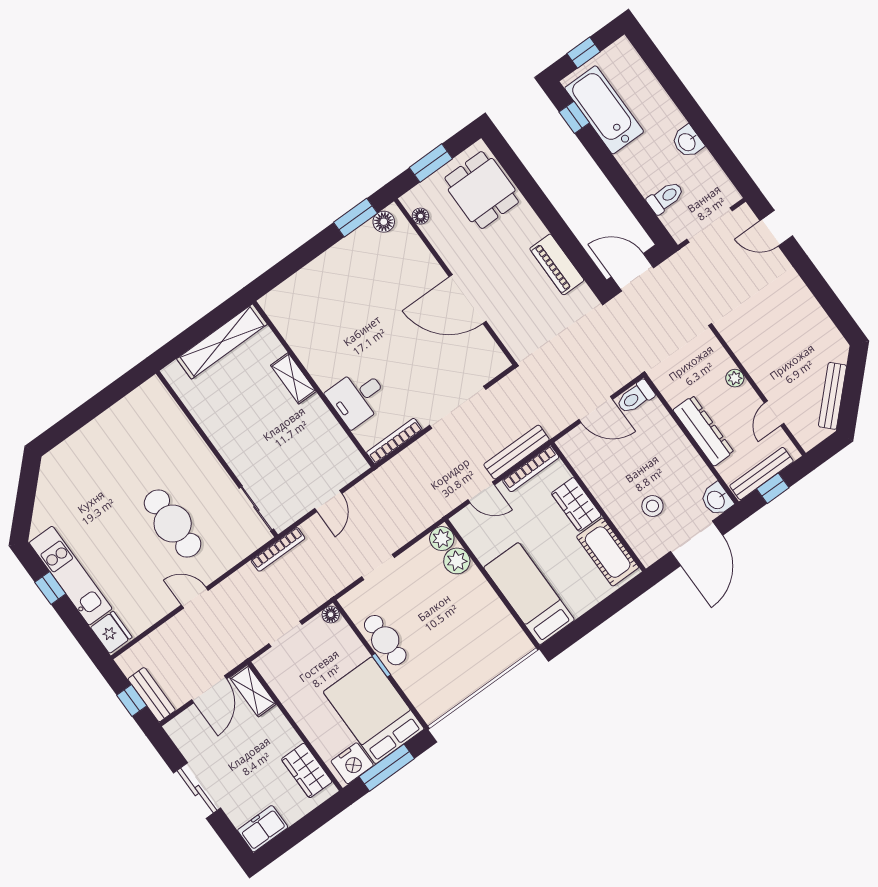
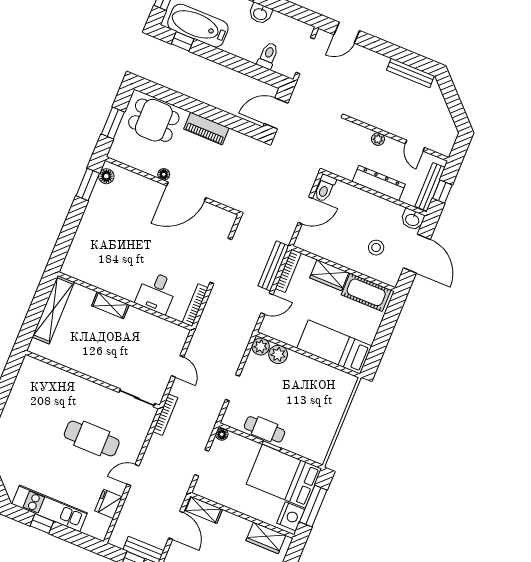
floor lamp: (420, 216) -> (164, 174), moved
piano: (557, 264) -> (206, 129), moved
bench: (832, 396) -> (410, 73), moved, turned -45
fridge: (111, 632) -> (109, 504), moved, turned -90

